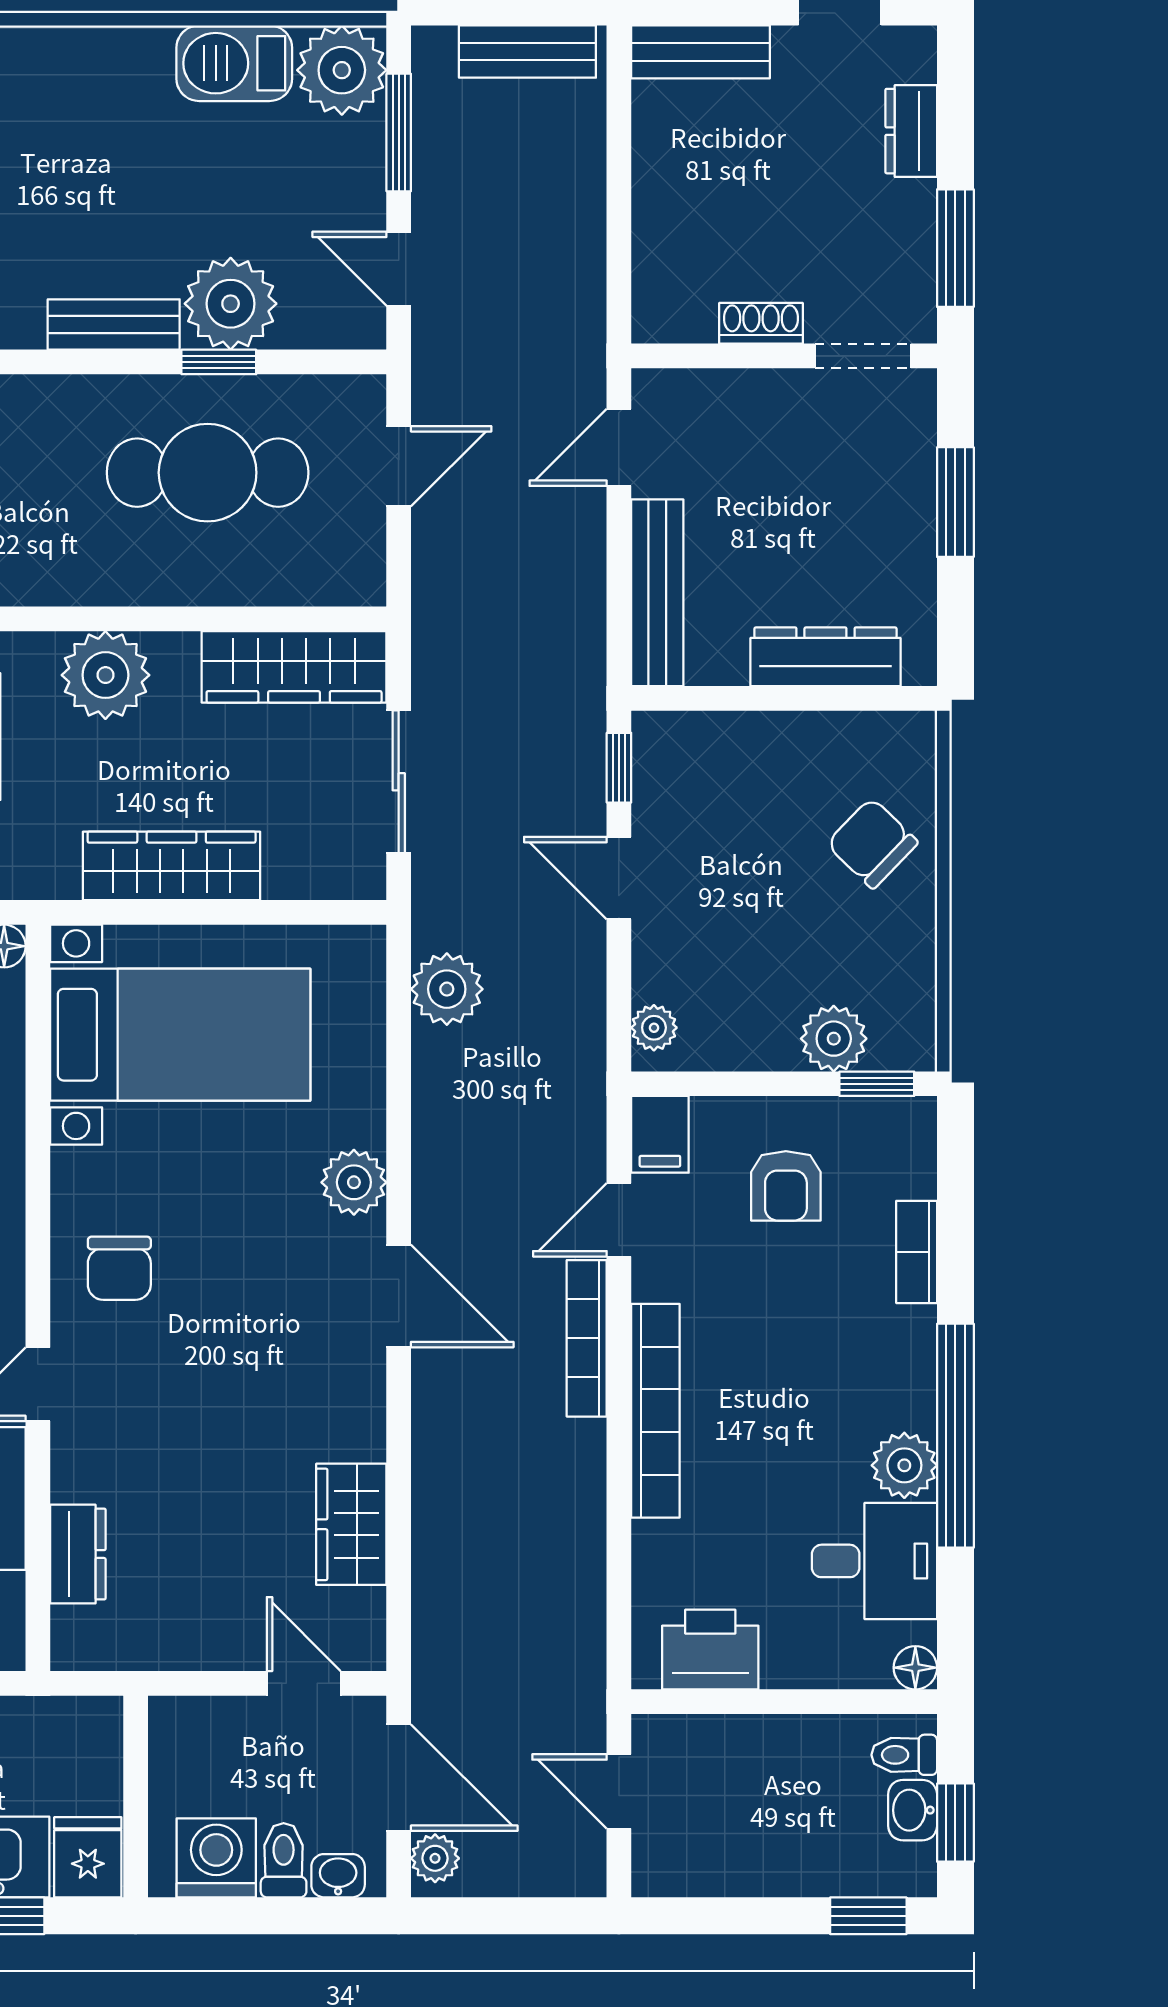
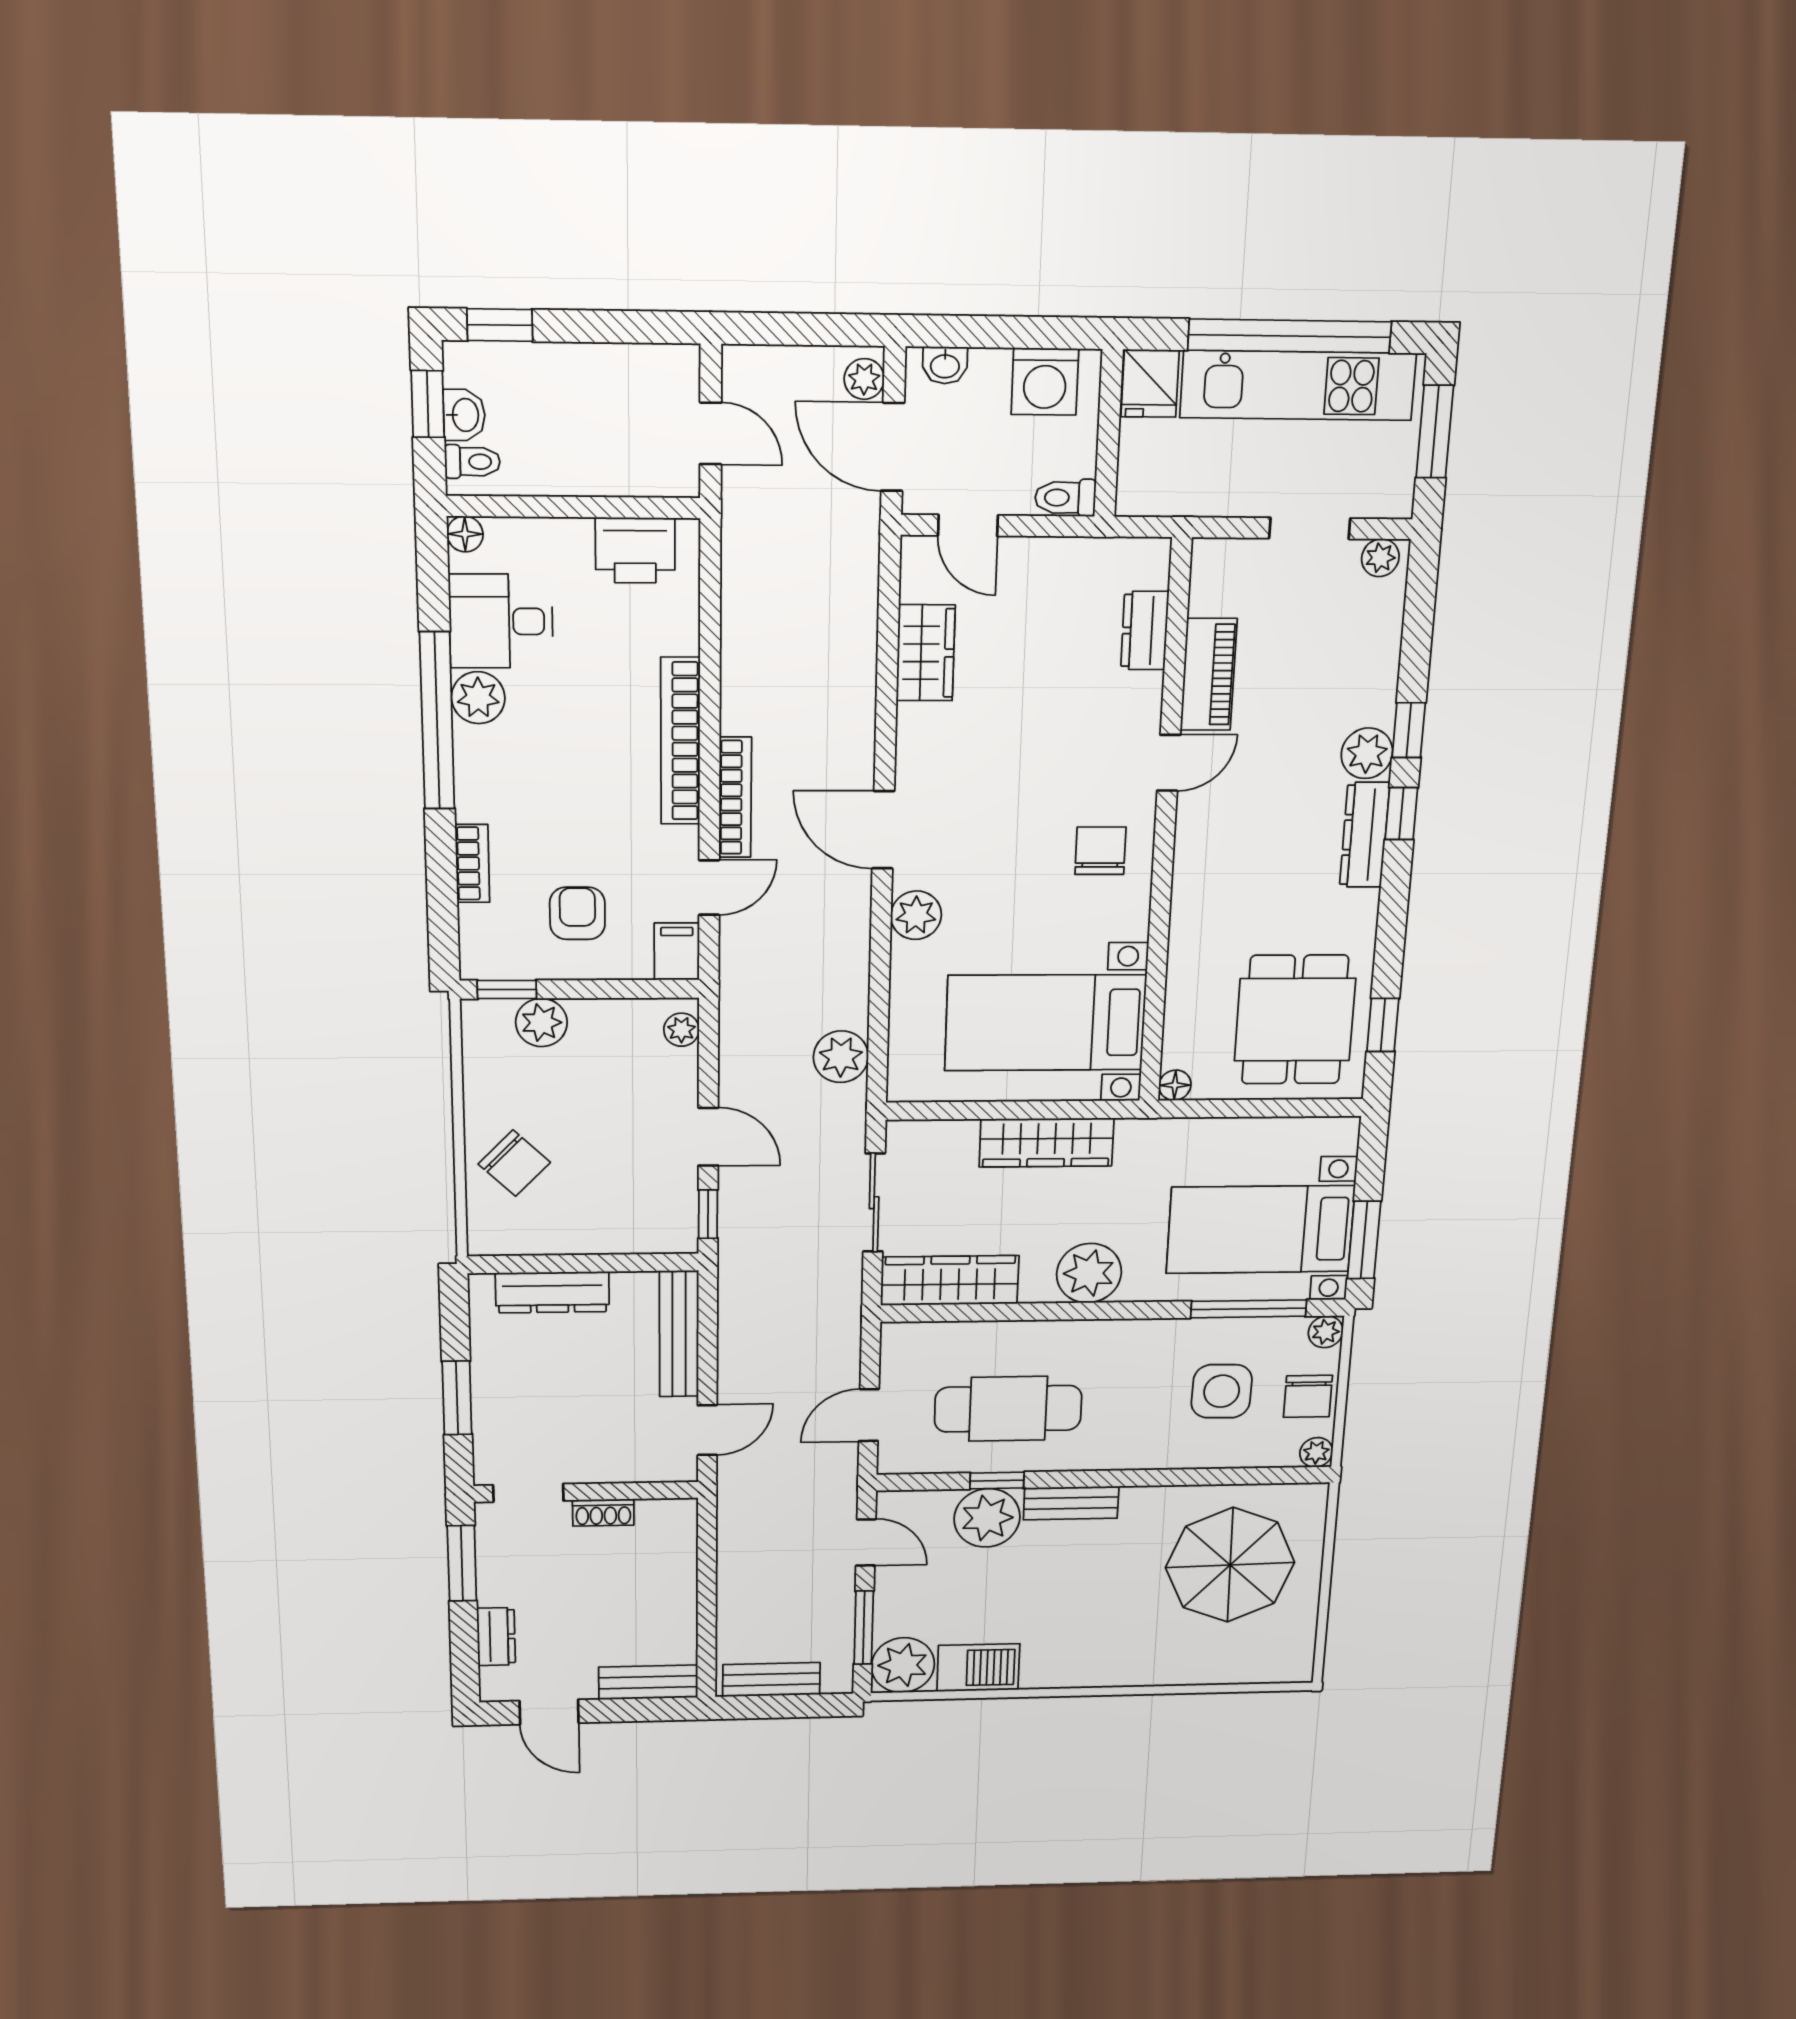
toilet: (284, 1860) -> (1065, 498), moved, turned 90

